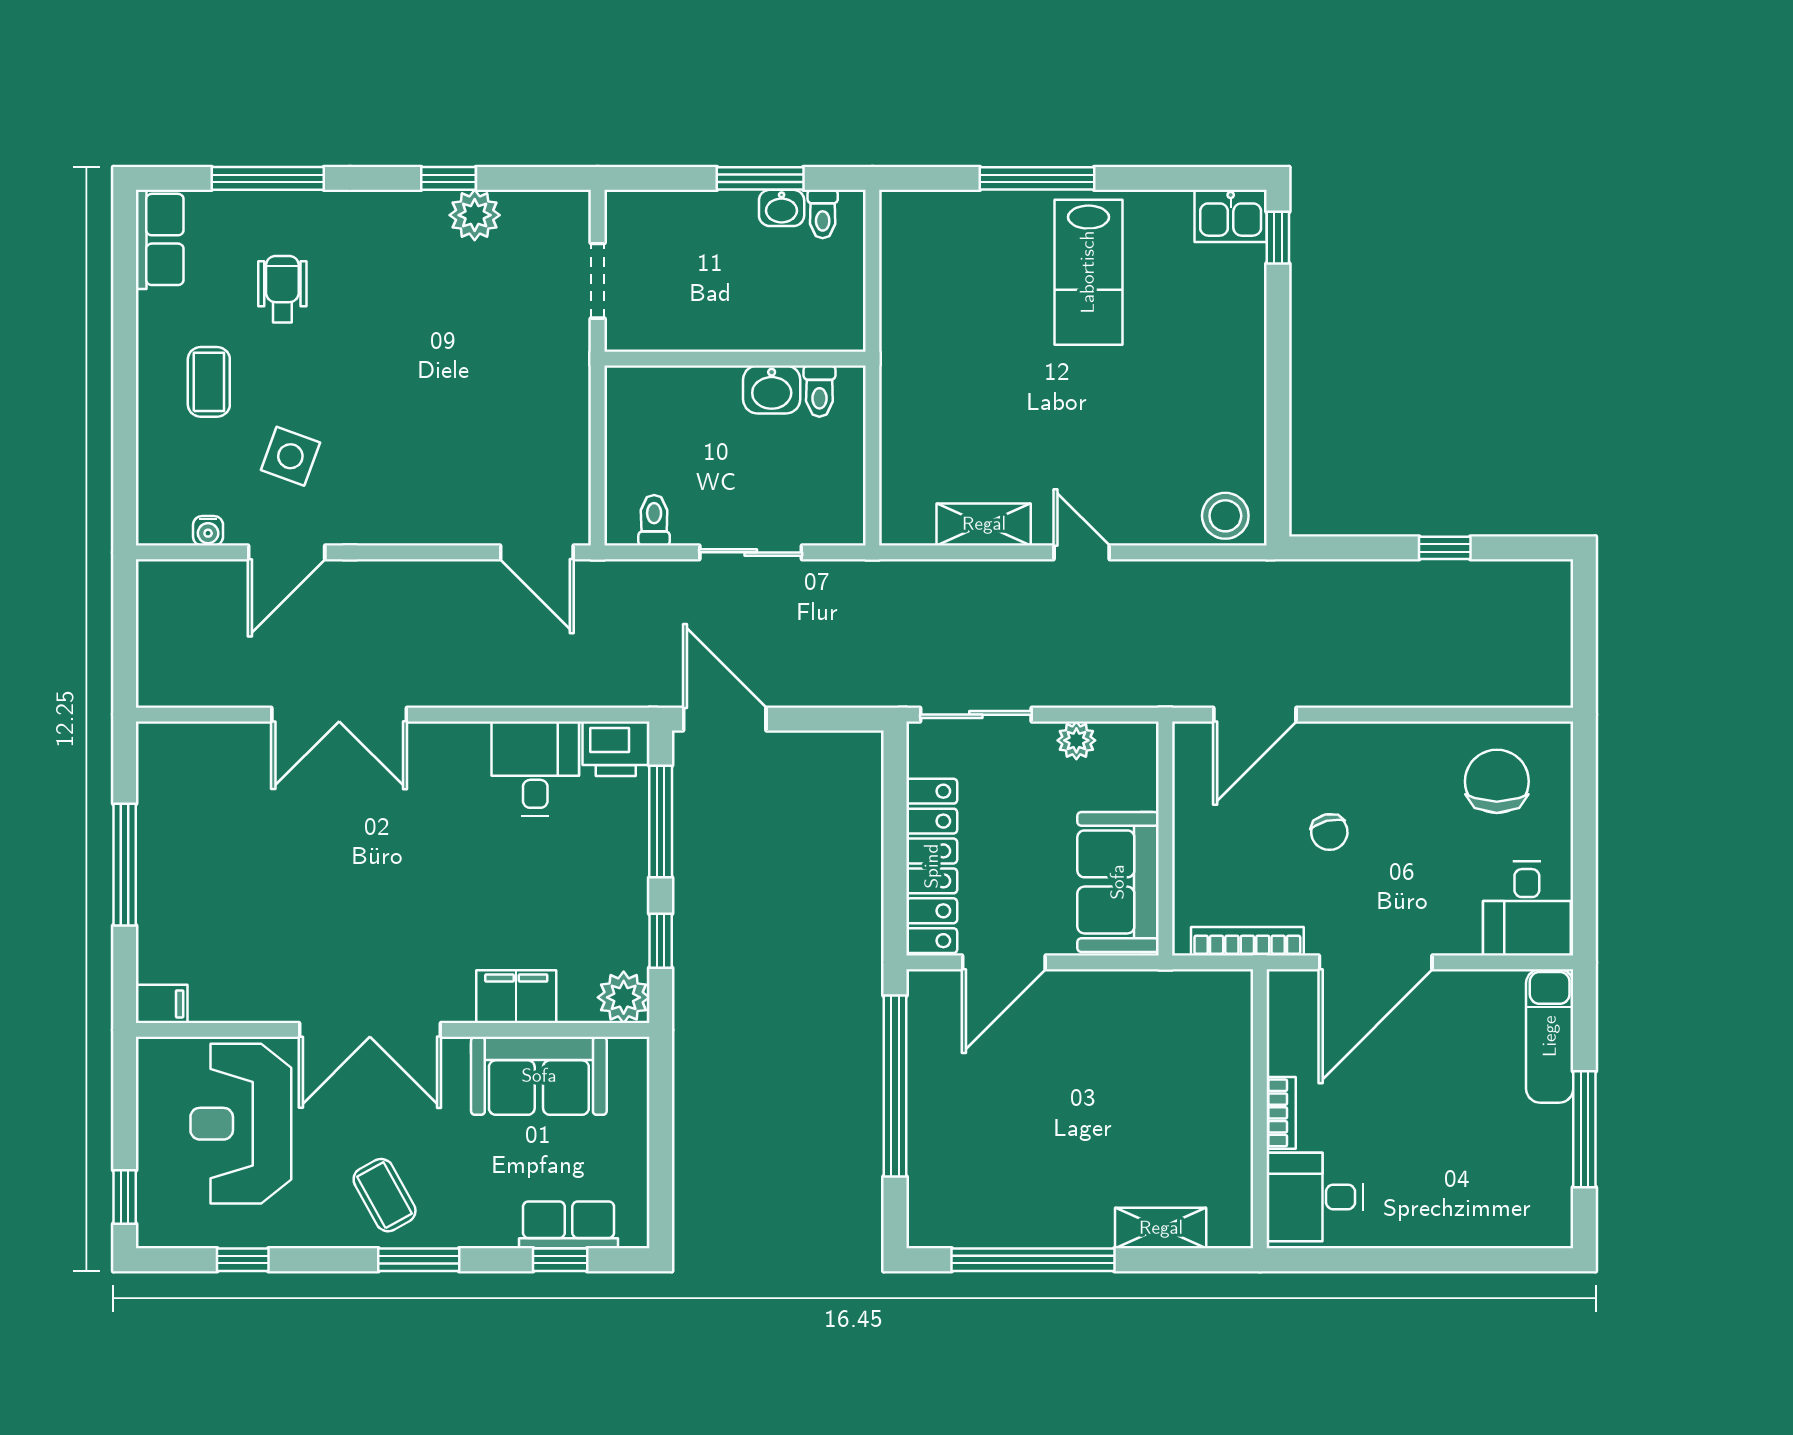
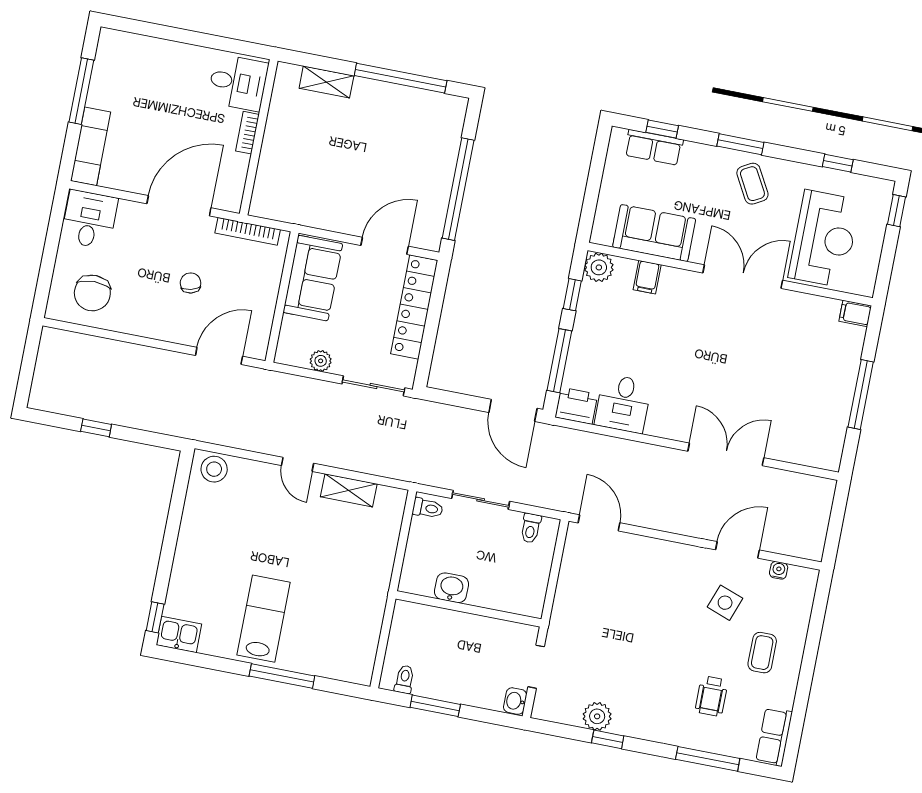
washbasin: (782, 208) -> (515, 701), moved, turned -90
toilet: (819, 391) -> (428, 508), moved, turned 90
filing cabinet: (516, 997) -> (647, 277), width x0.50

